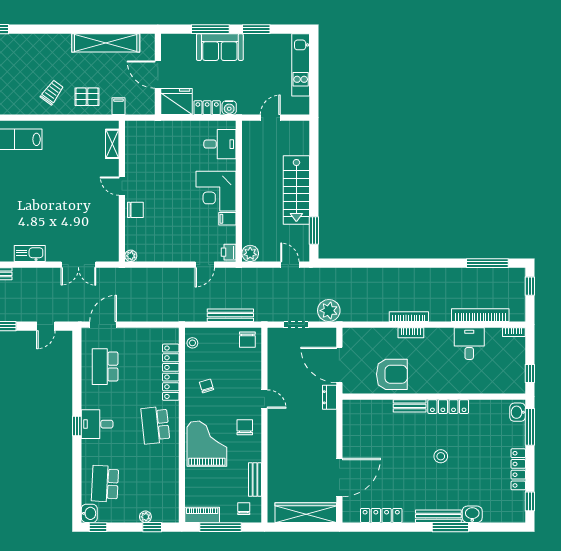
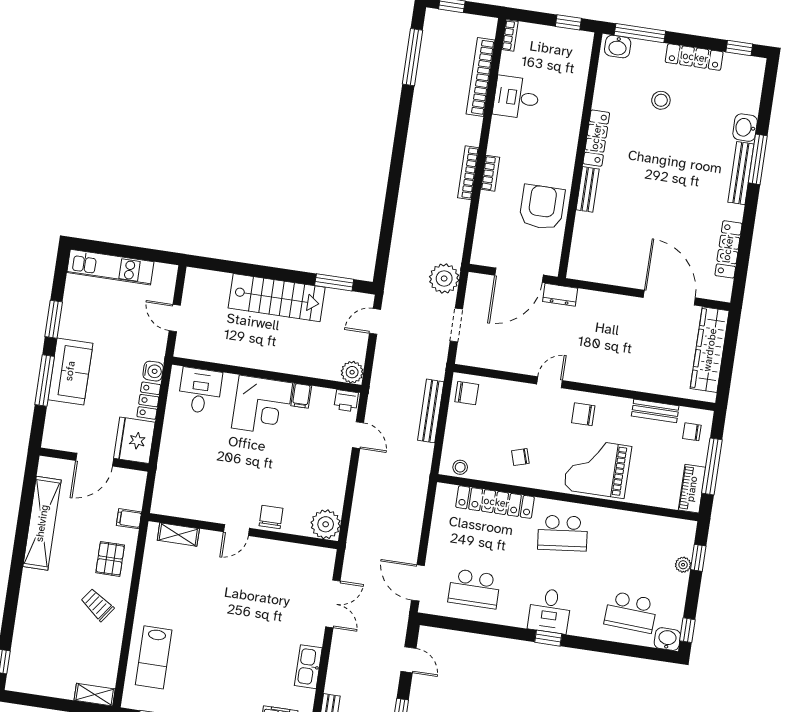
plant: (131, 256) -> (326, 524), width x1.88, depth x1.88
stool: (441, 456) -> (661, 100), moved

